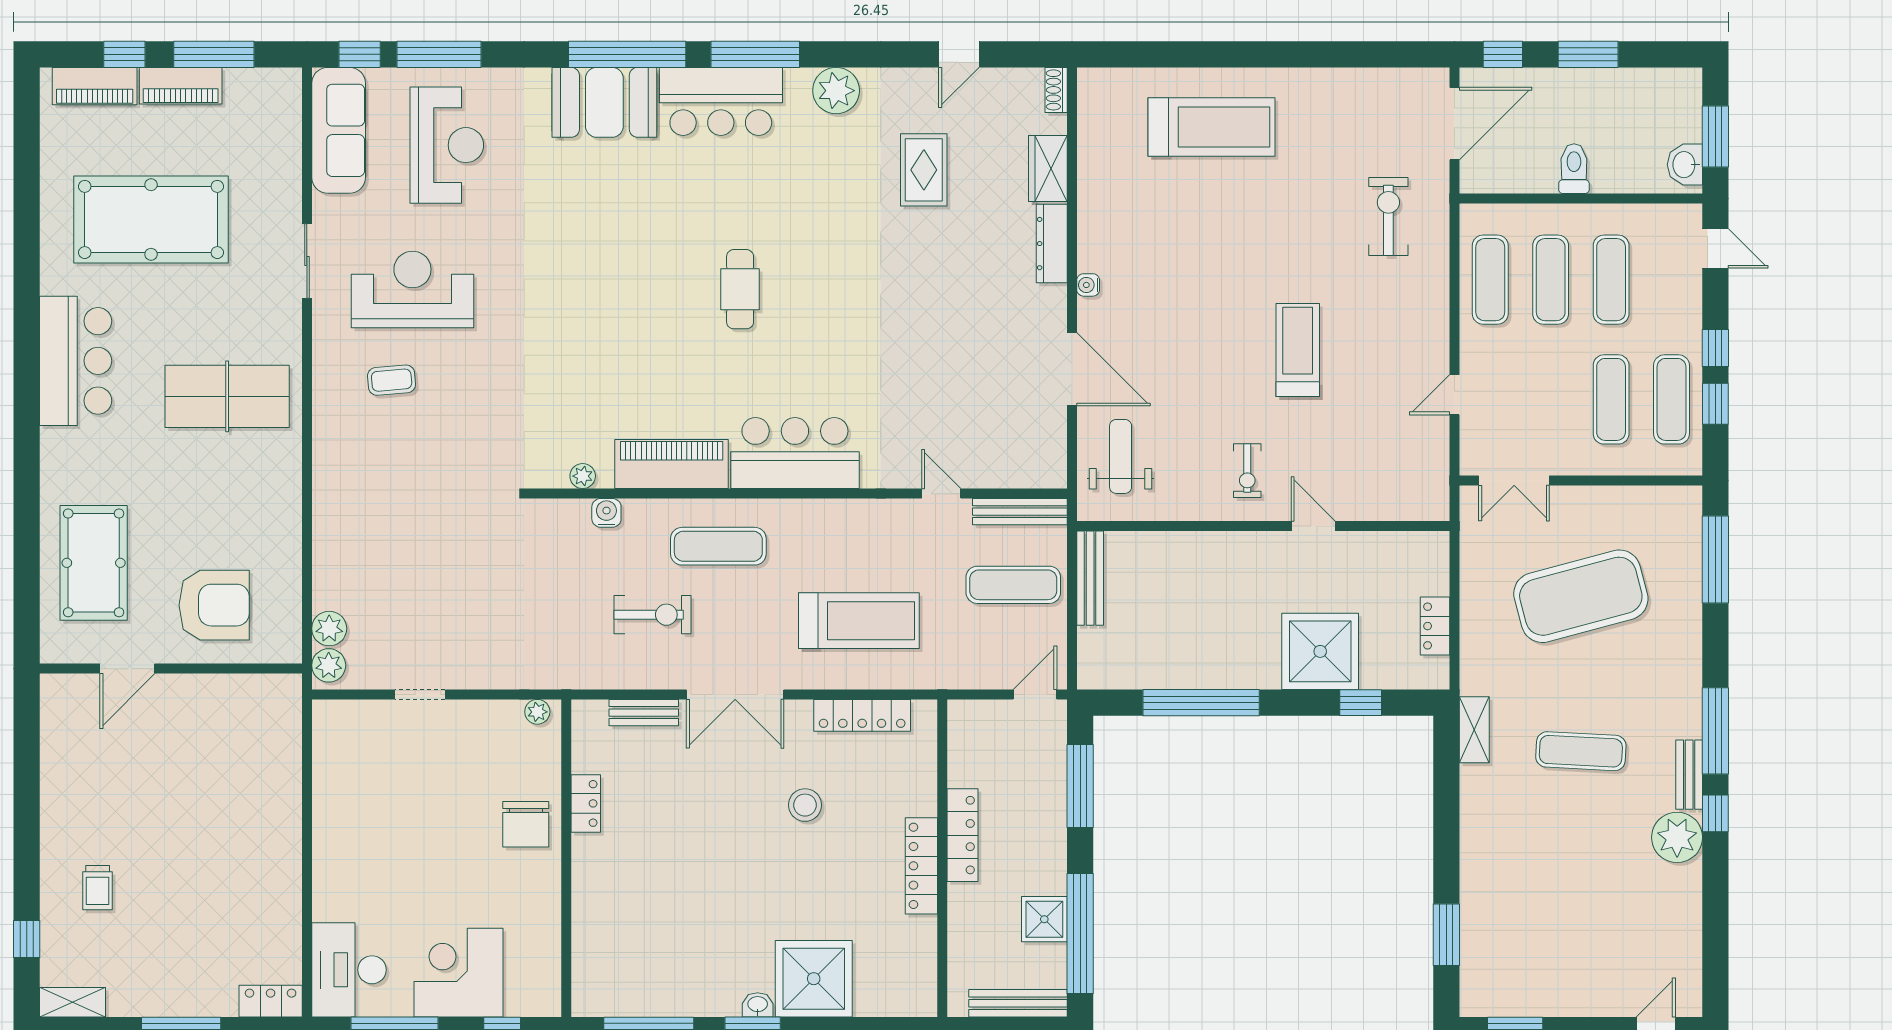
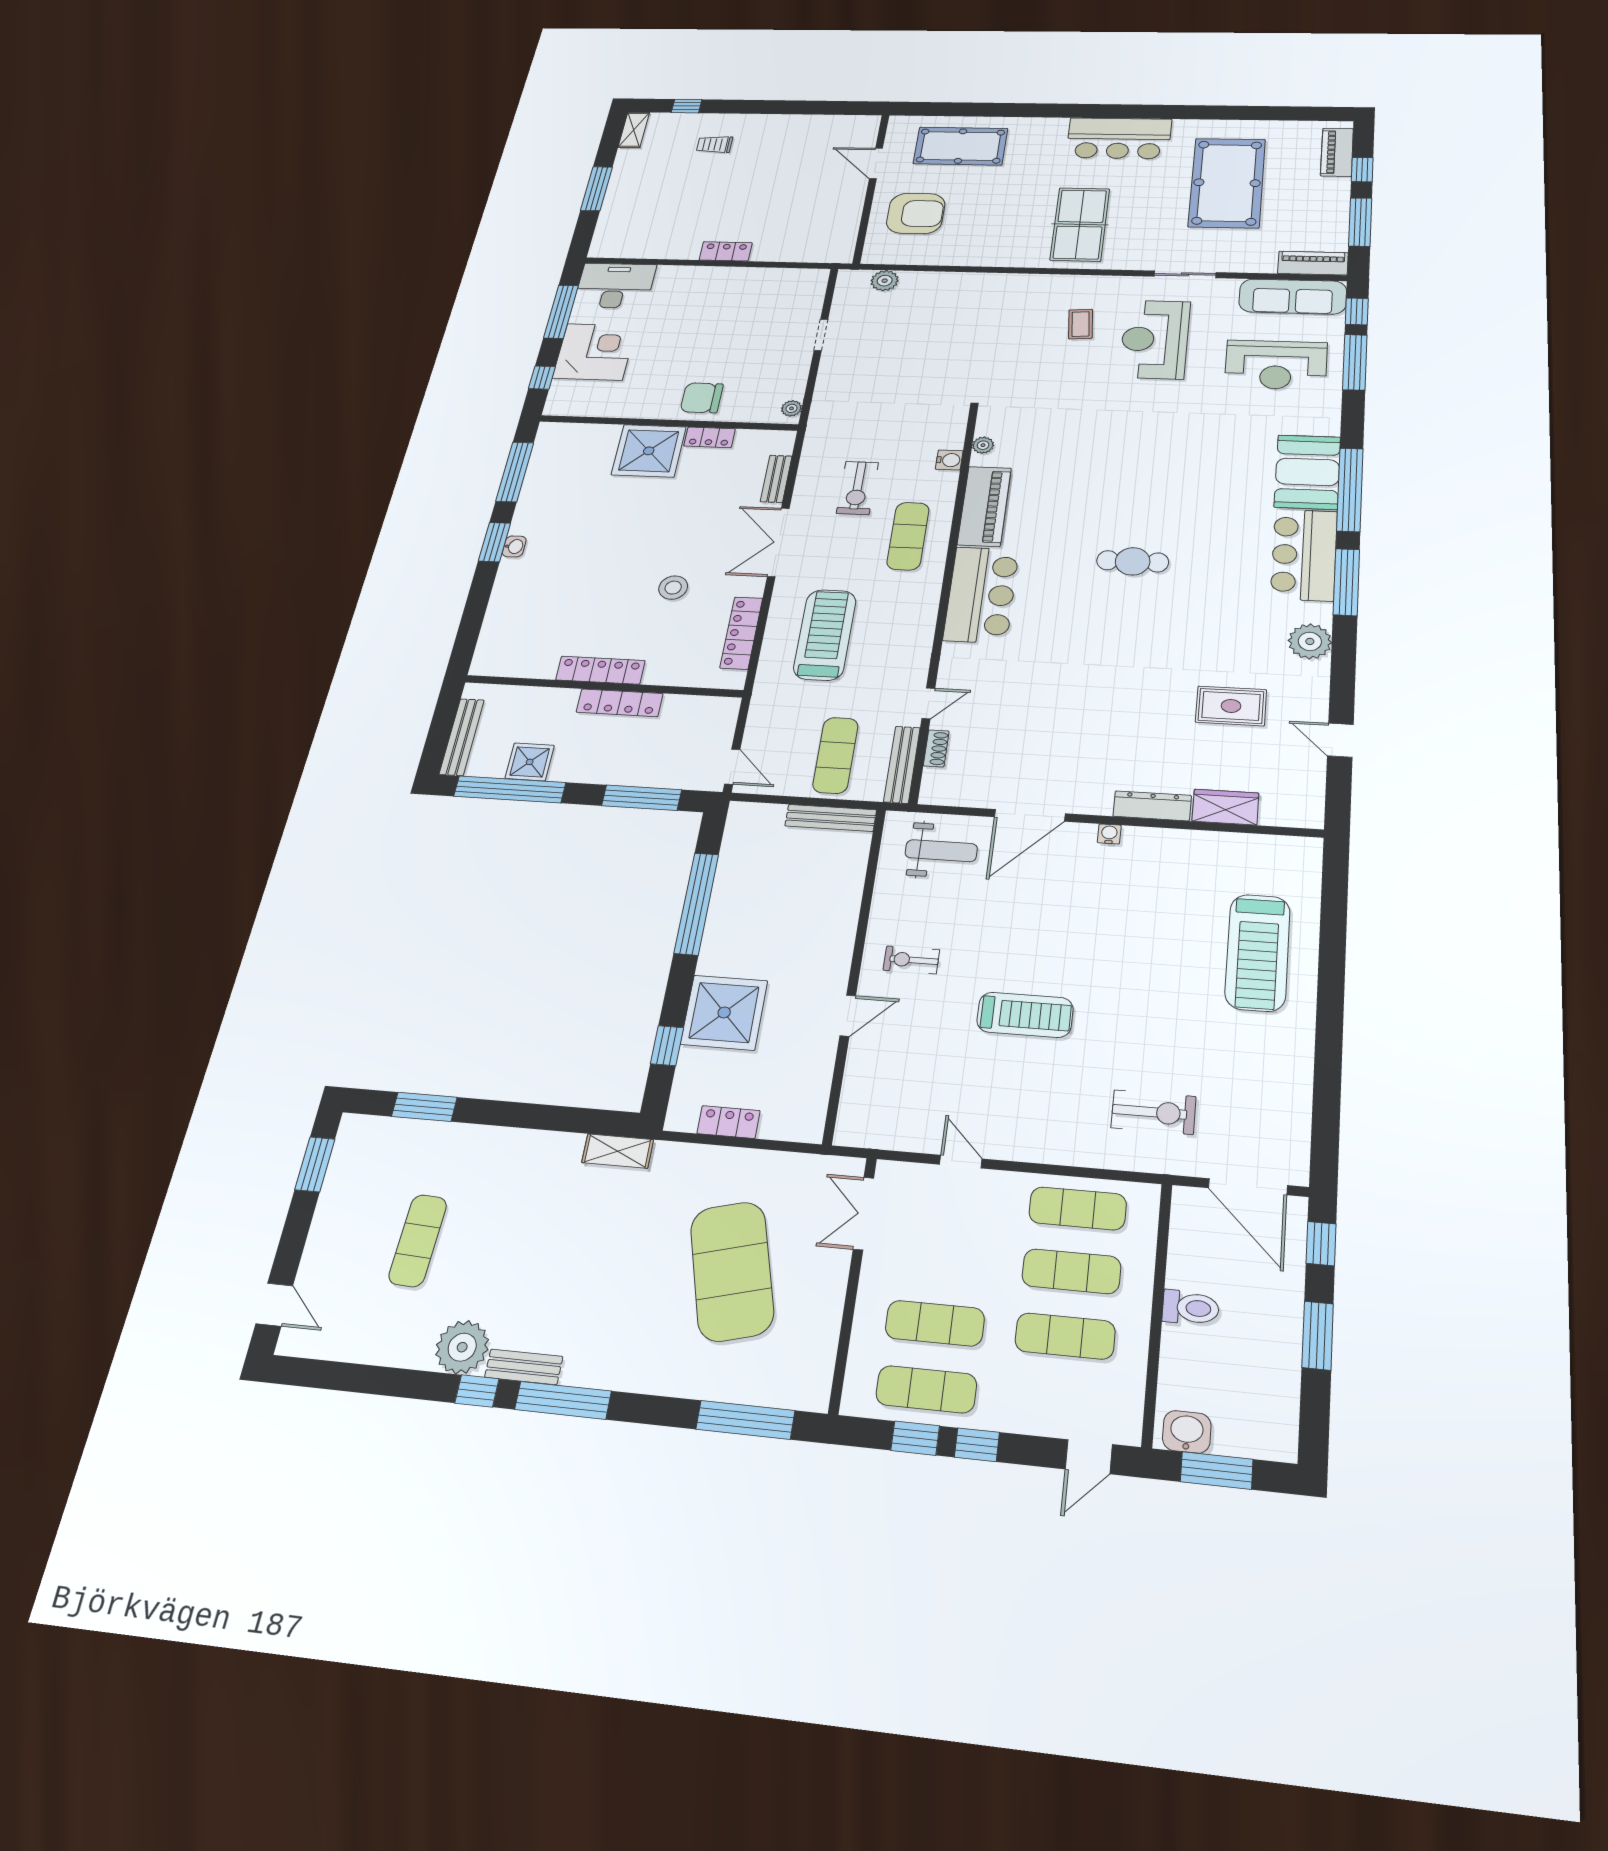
piano: (181, 86) -> (1313, 263), moved, turned 90
shoe rack: (1056, 90) -> (936, 748), moved, turned 90
reception desk: (412, 289) -> (1155, 339), turned 180
armchair: (214, 605) -> (916, 213), turned -90
treadmill: (859, 621) -> (825, 635), turned 180
plant: (329, 665) -> (855, 280), removed
exercise mat: (1581, 751) -> (418, 1241), moved
shower: (814, 979) -> (649, 451), moved
locker: (271, 1001) -> (726, 251), moved, turned -90

